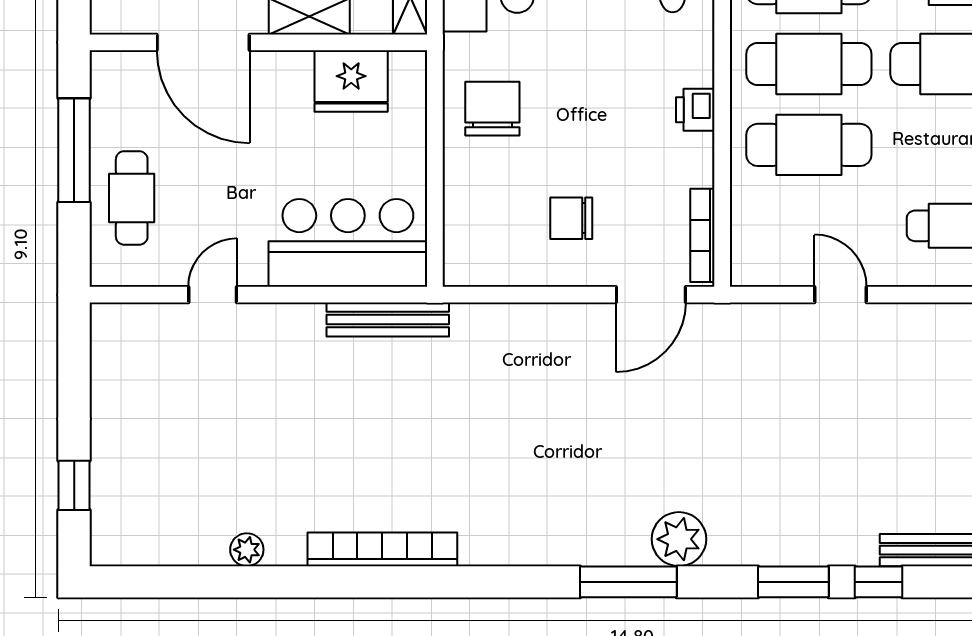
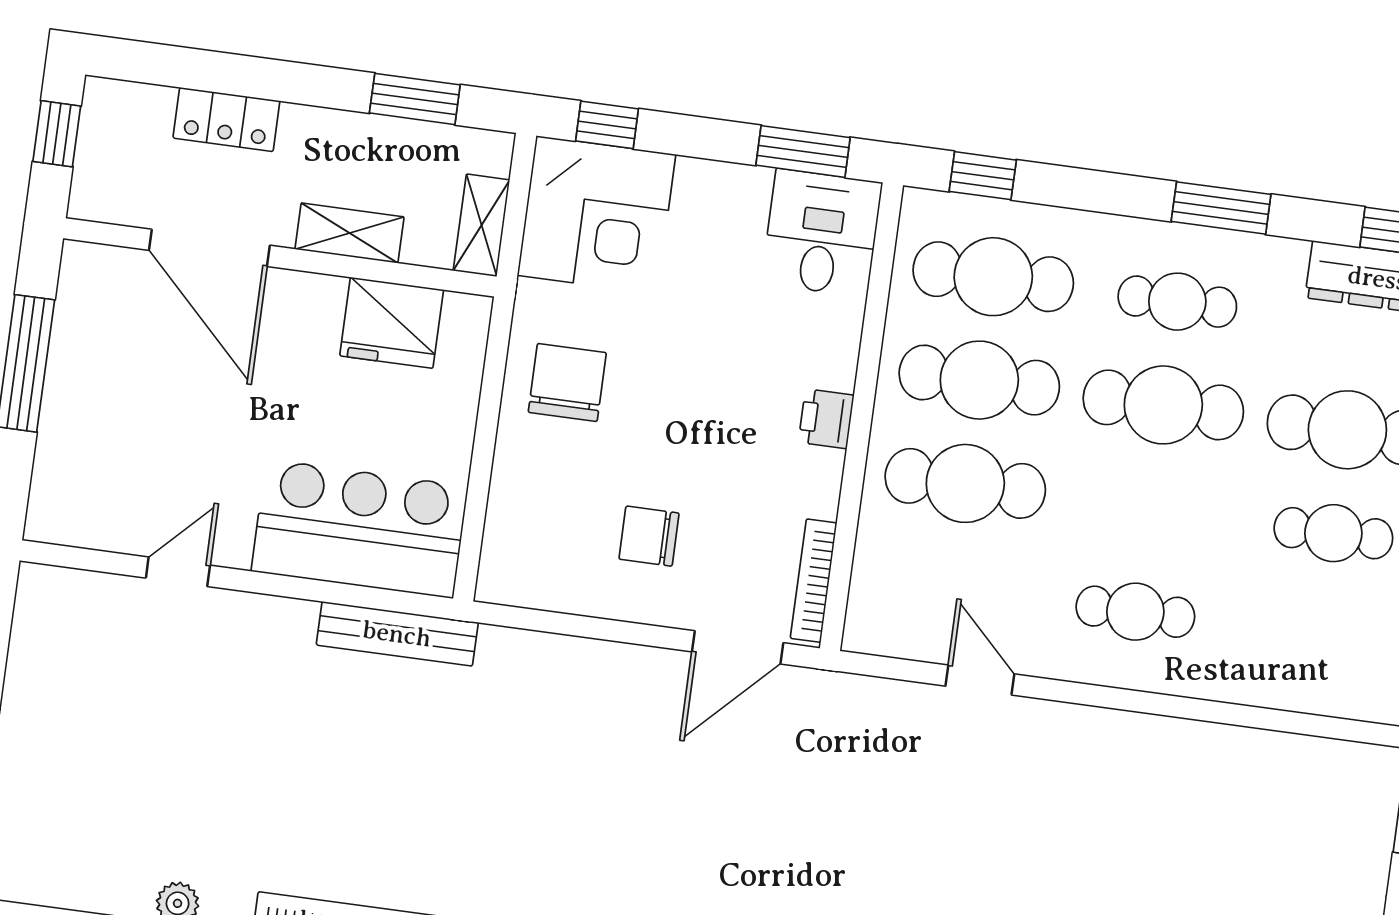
cafe table: (132, 198) -> (91, 434), removed

